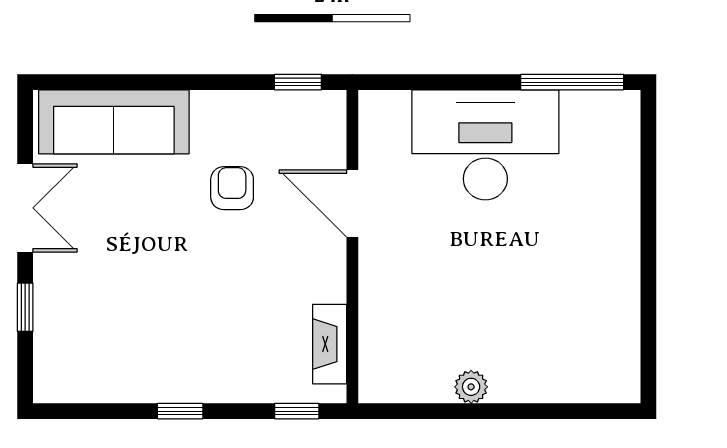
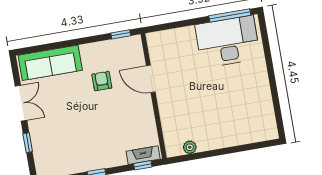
desk: (485, 145) -> (228, 42), moved
fireplace: (330, 344) -> (143, 155), moved, turned 90
plant: (471, 387) -> (190, 147), moved

